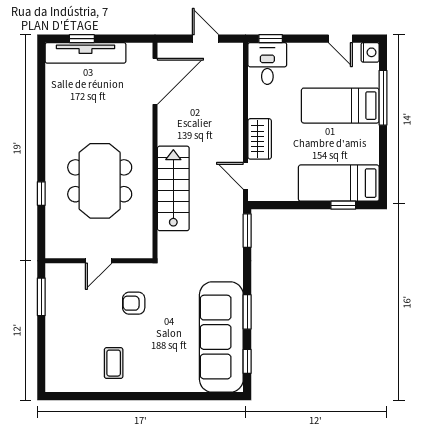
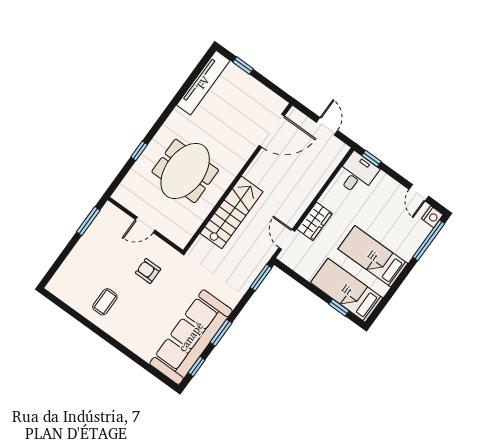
tv unit: (86, 53) -> (203, 83), moved, turned -90
window: (383, 98) -> (429, 240), moved
bed: (340, 106) -> (373, 256), moved

